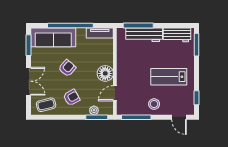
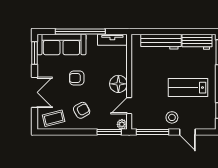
window: (138, 26) -> (155, 31), removed
armchair: (67, 68) -> (77, 78), turned -131
plant: (94, 110) -> (122, 124), moved
door: (179, 117) -> (187, 132), moved

